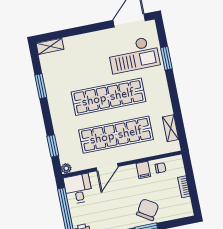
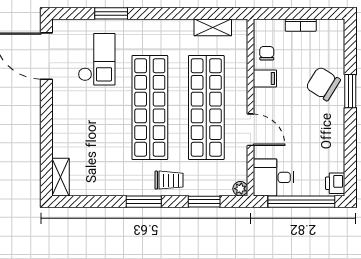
checkout: (134, 55) -> (97, 59), width x0.73, depth x0.83
window: (41, 86) -> (144, 202), moved
trolley: (62, 119) -> (169, 180), added

